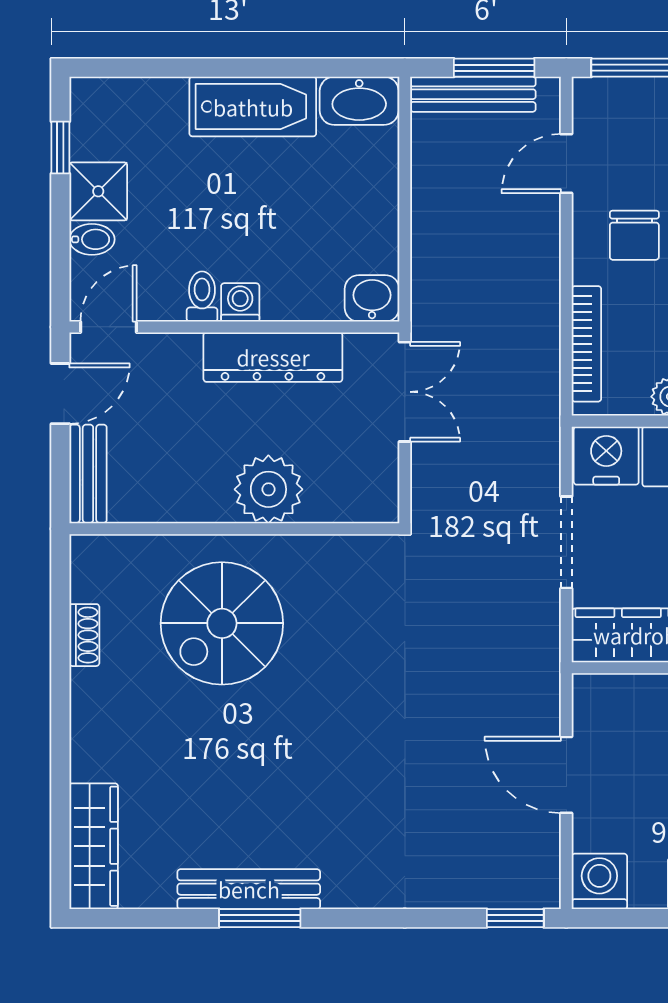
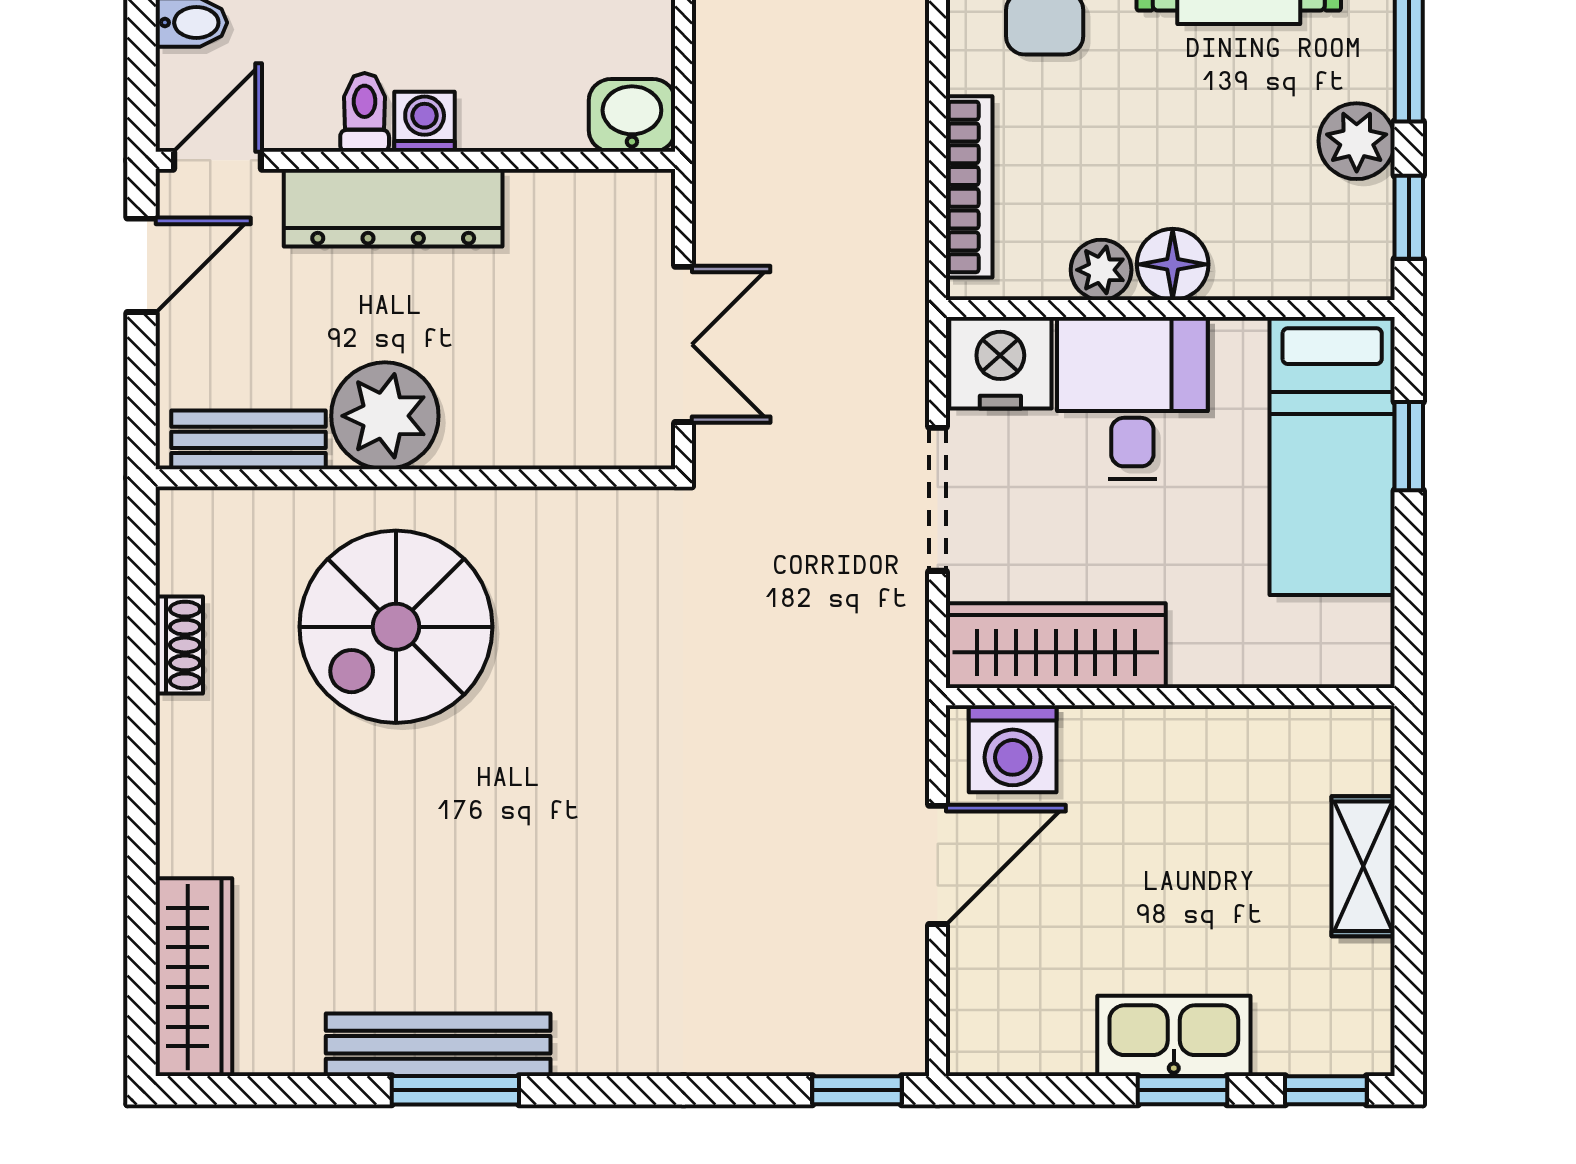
dresser: (273, 357) -> (393, 208), moved
double door: (405, 392) -> (683, 344), moved
bench: (88, 474) -> (248, 440), moved, turned 90
plant: (268, 489) -> (385, 416), moved
door: (566, 775) -> (938, 865), swing flipped
washing machine: (599, 881) -> (1013, 749), moved, turned 180

